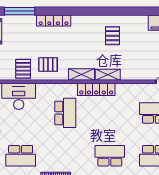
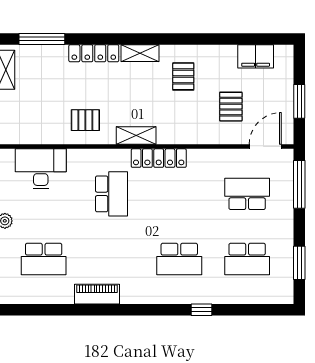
pallet: (23, 69) -> (231, 107), moved
shelving: (108, 75) -> (140, 53), moved
school desk: (110, 156) -> (179, 259), turned 180

